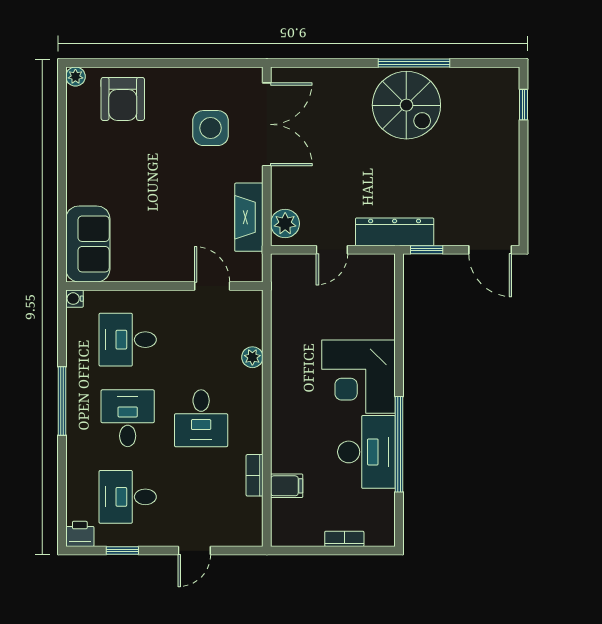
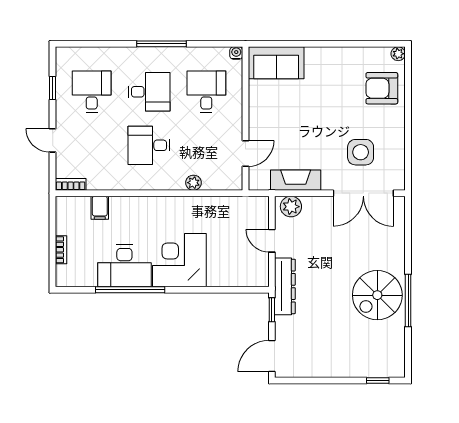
bookcase: (255, 475) -> (71, 184), moved
printer: (80, 534) -> (65, 57), removed

